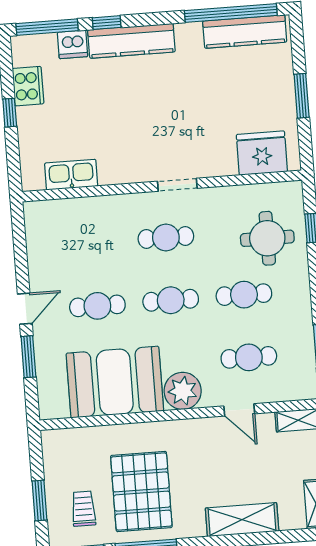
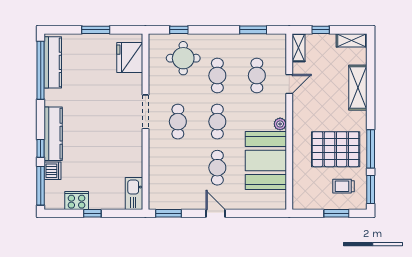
kitchen sink: (71, 175) -> (134, 193), moved
doorway: (177, 185) -> (145, 112), width x1.38
window: (28, 357) -> (169, 213), moved
plant: (183, 391) -> (280, 124), width x0.53, depth x0.53

